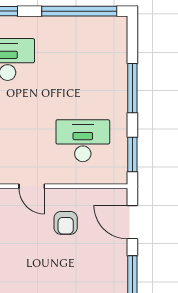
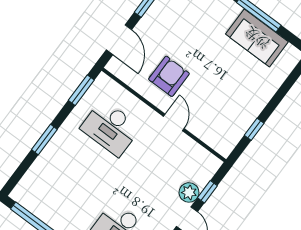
window: (132, 88) -> (44, 140), width x0.69
armchair: (66, 223) -> (169, 76), width x1.38, depth x1.38

